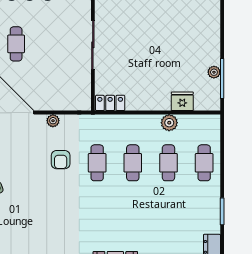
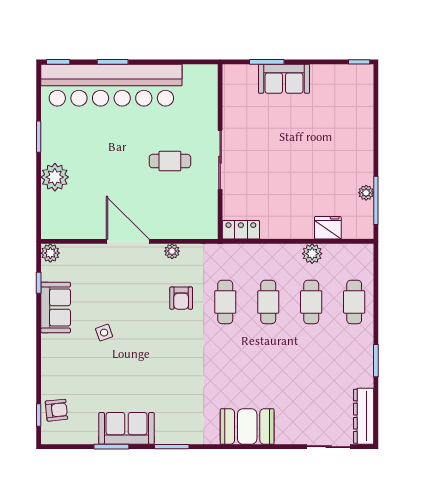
cafe table: (16, 44) -> (170, 161), moved, turned 90

